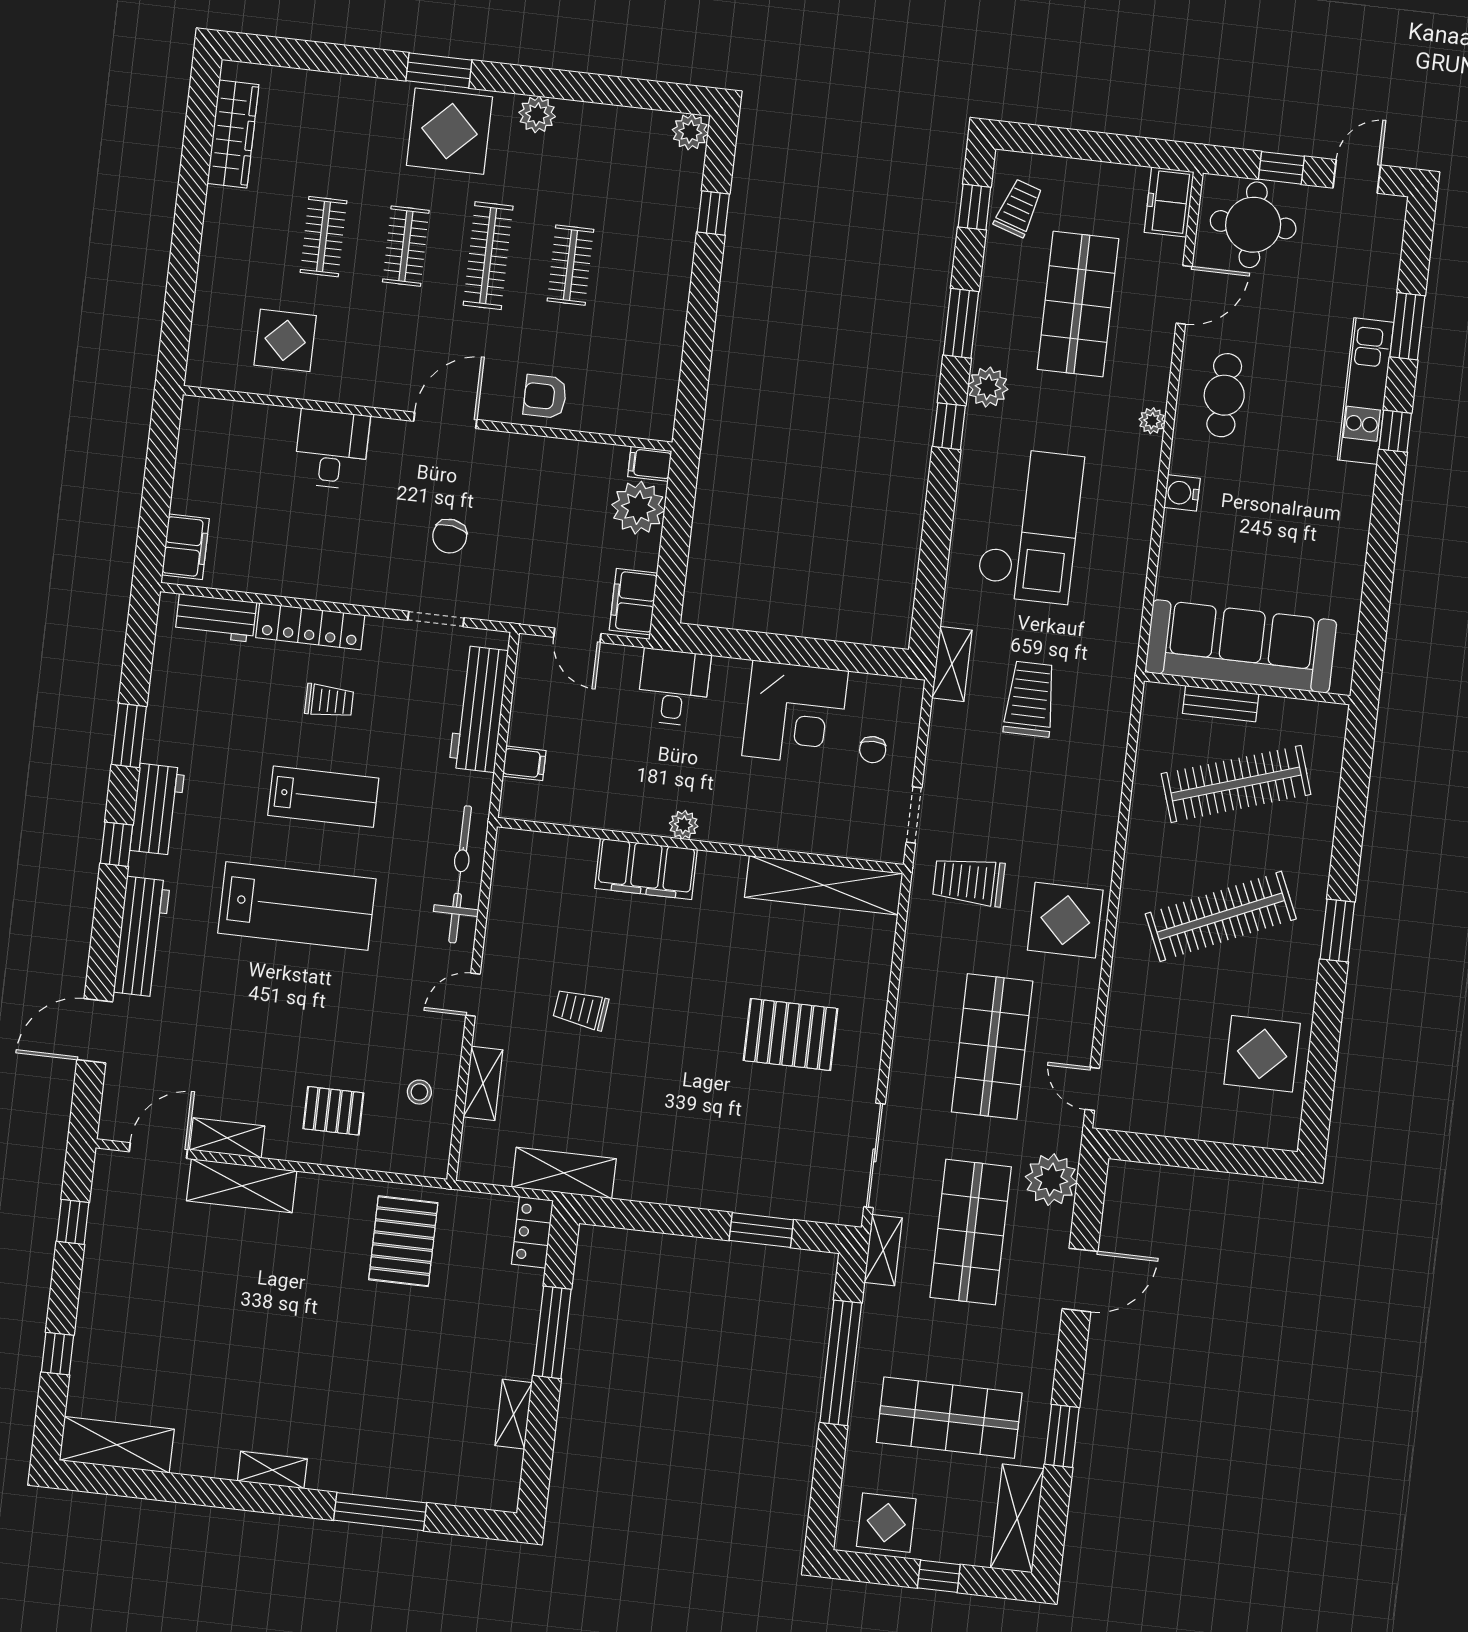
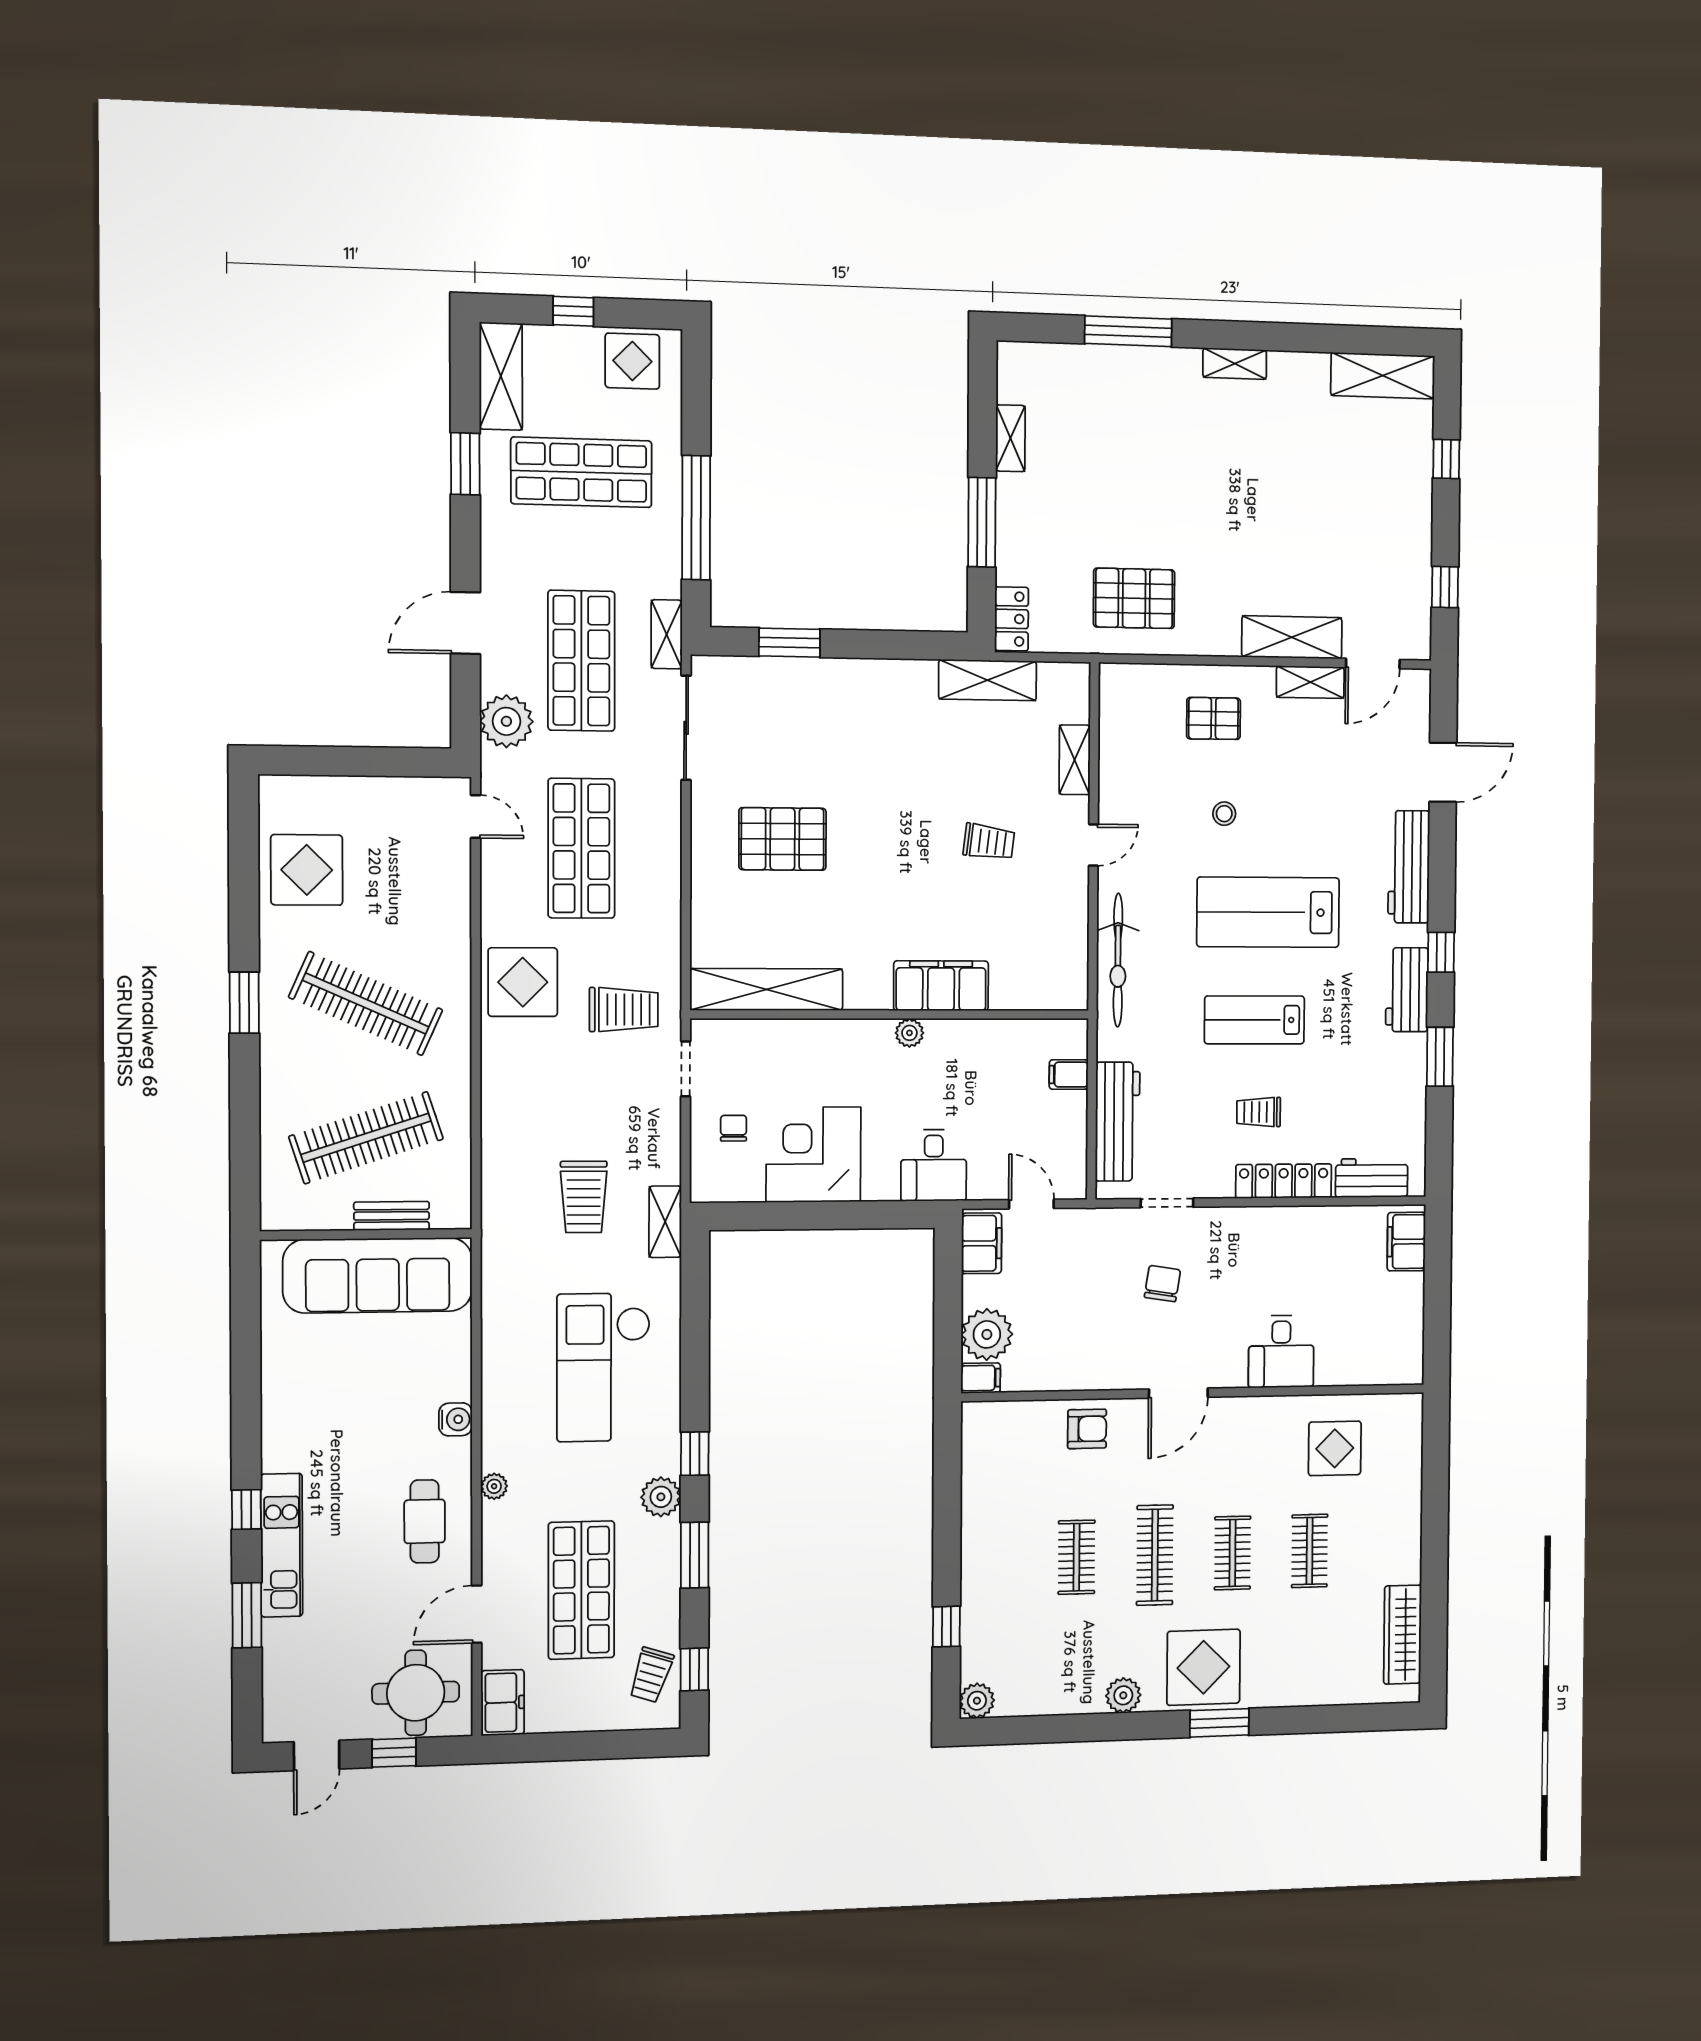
clothes rail: (1221, 916) -> (366, 1004), turned 48
stool: (419, 1092) -> (1224, 814), moved
pallet: (403, 1241) -> (1134, 598), turned 90

